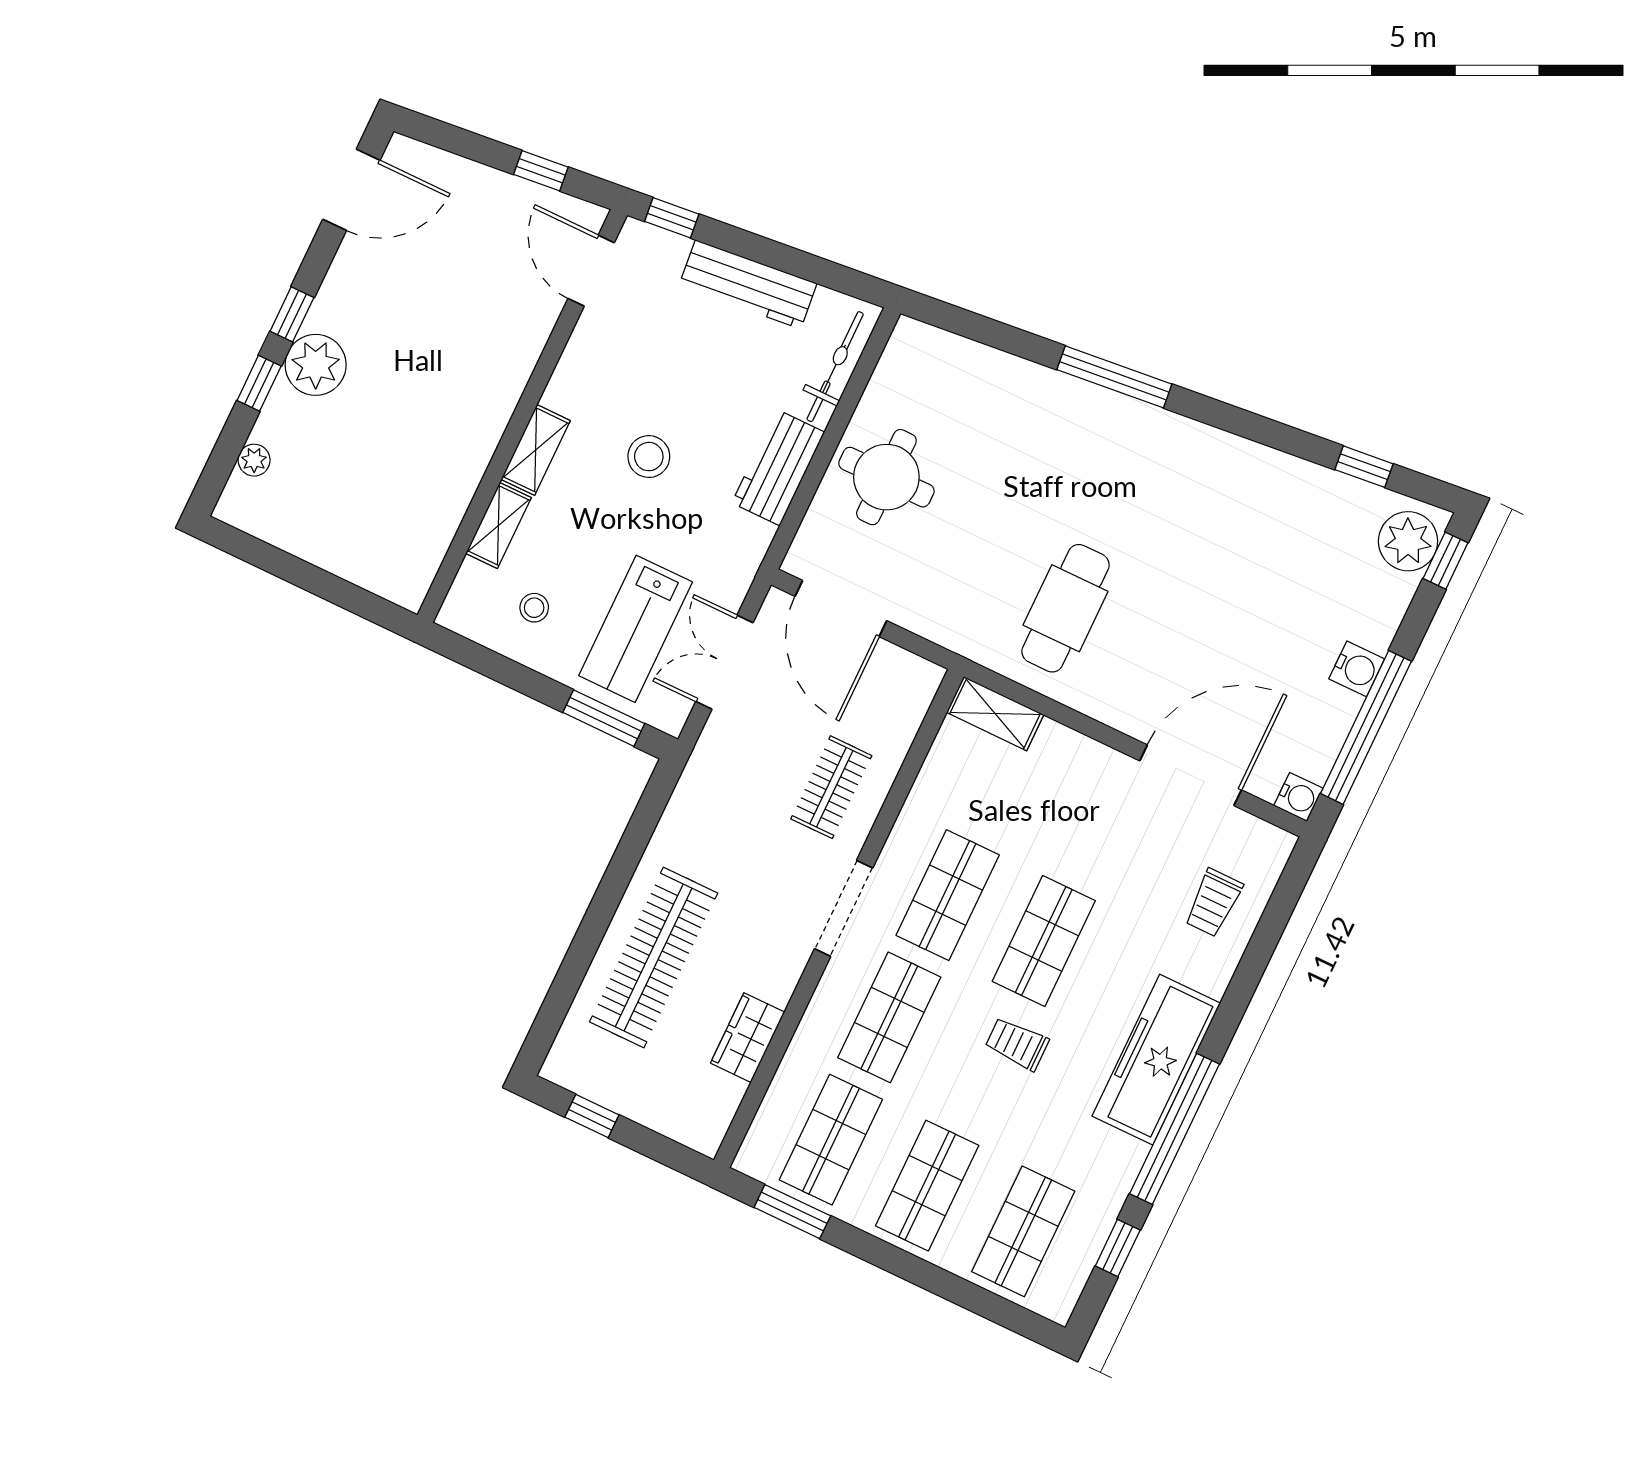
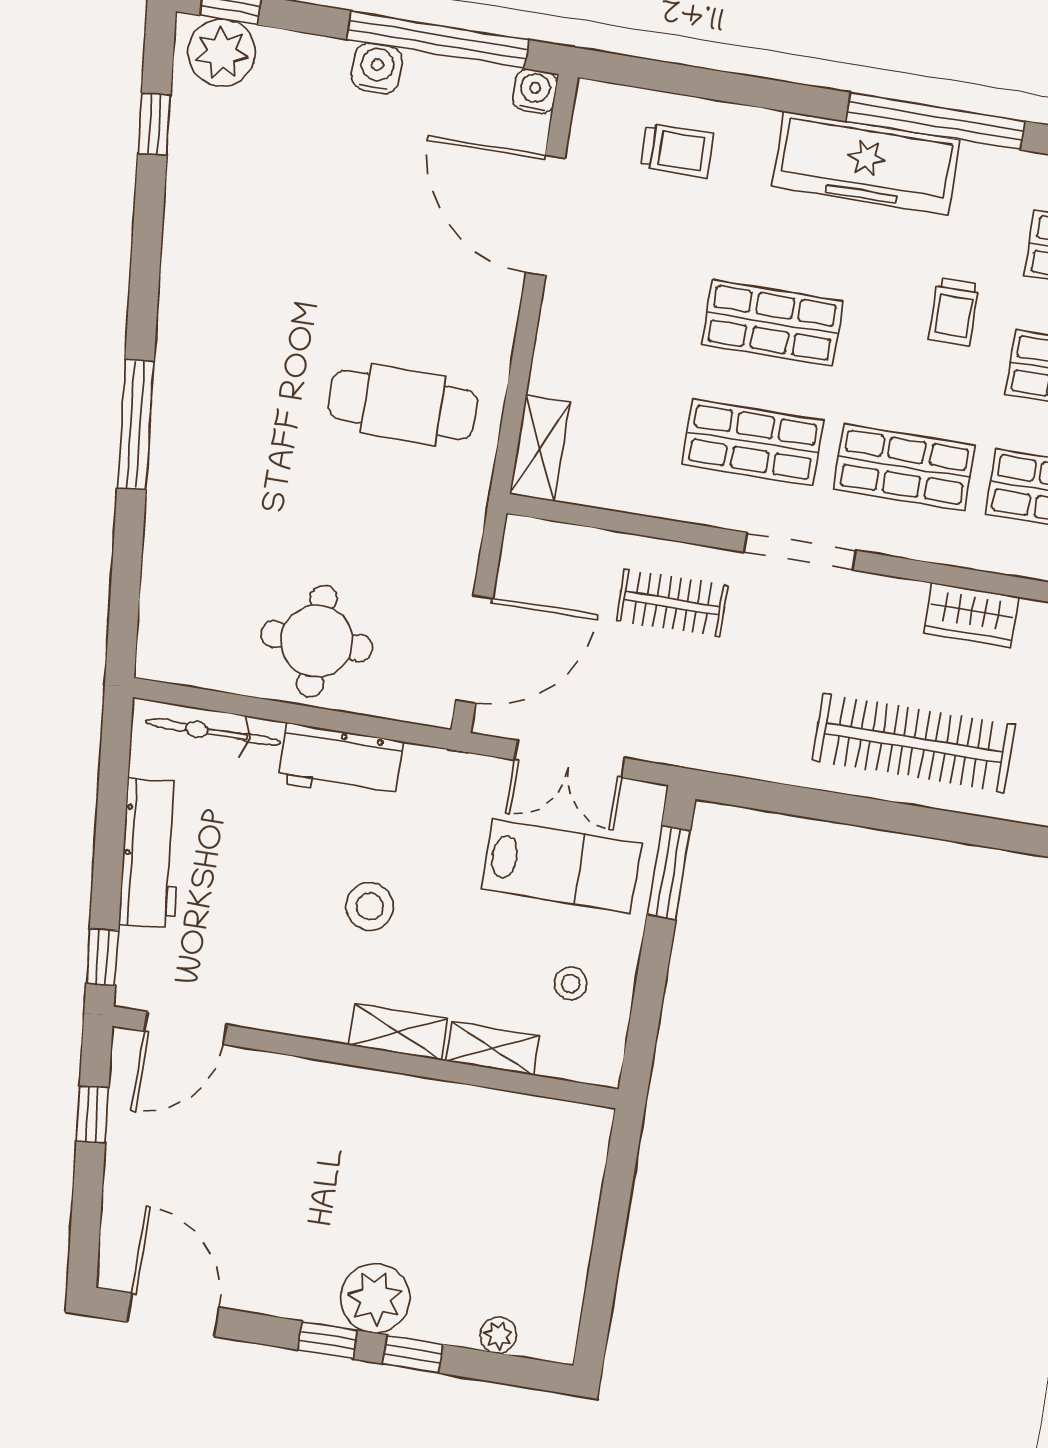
trolley: (1017, 1044) -> (954, 312), moved

